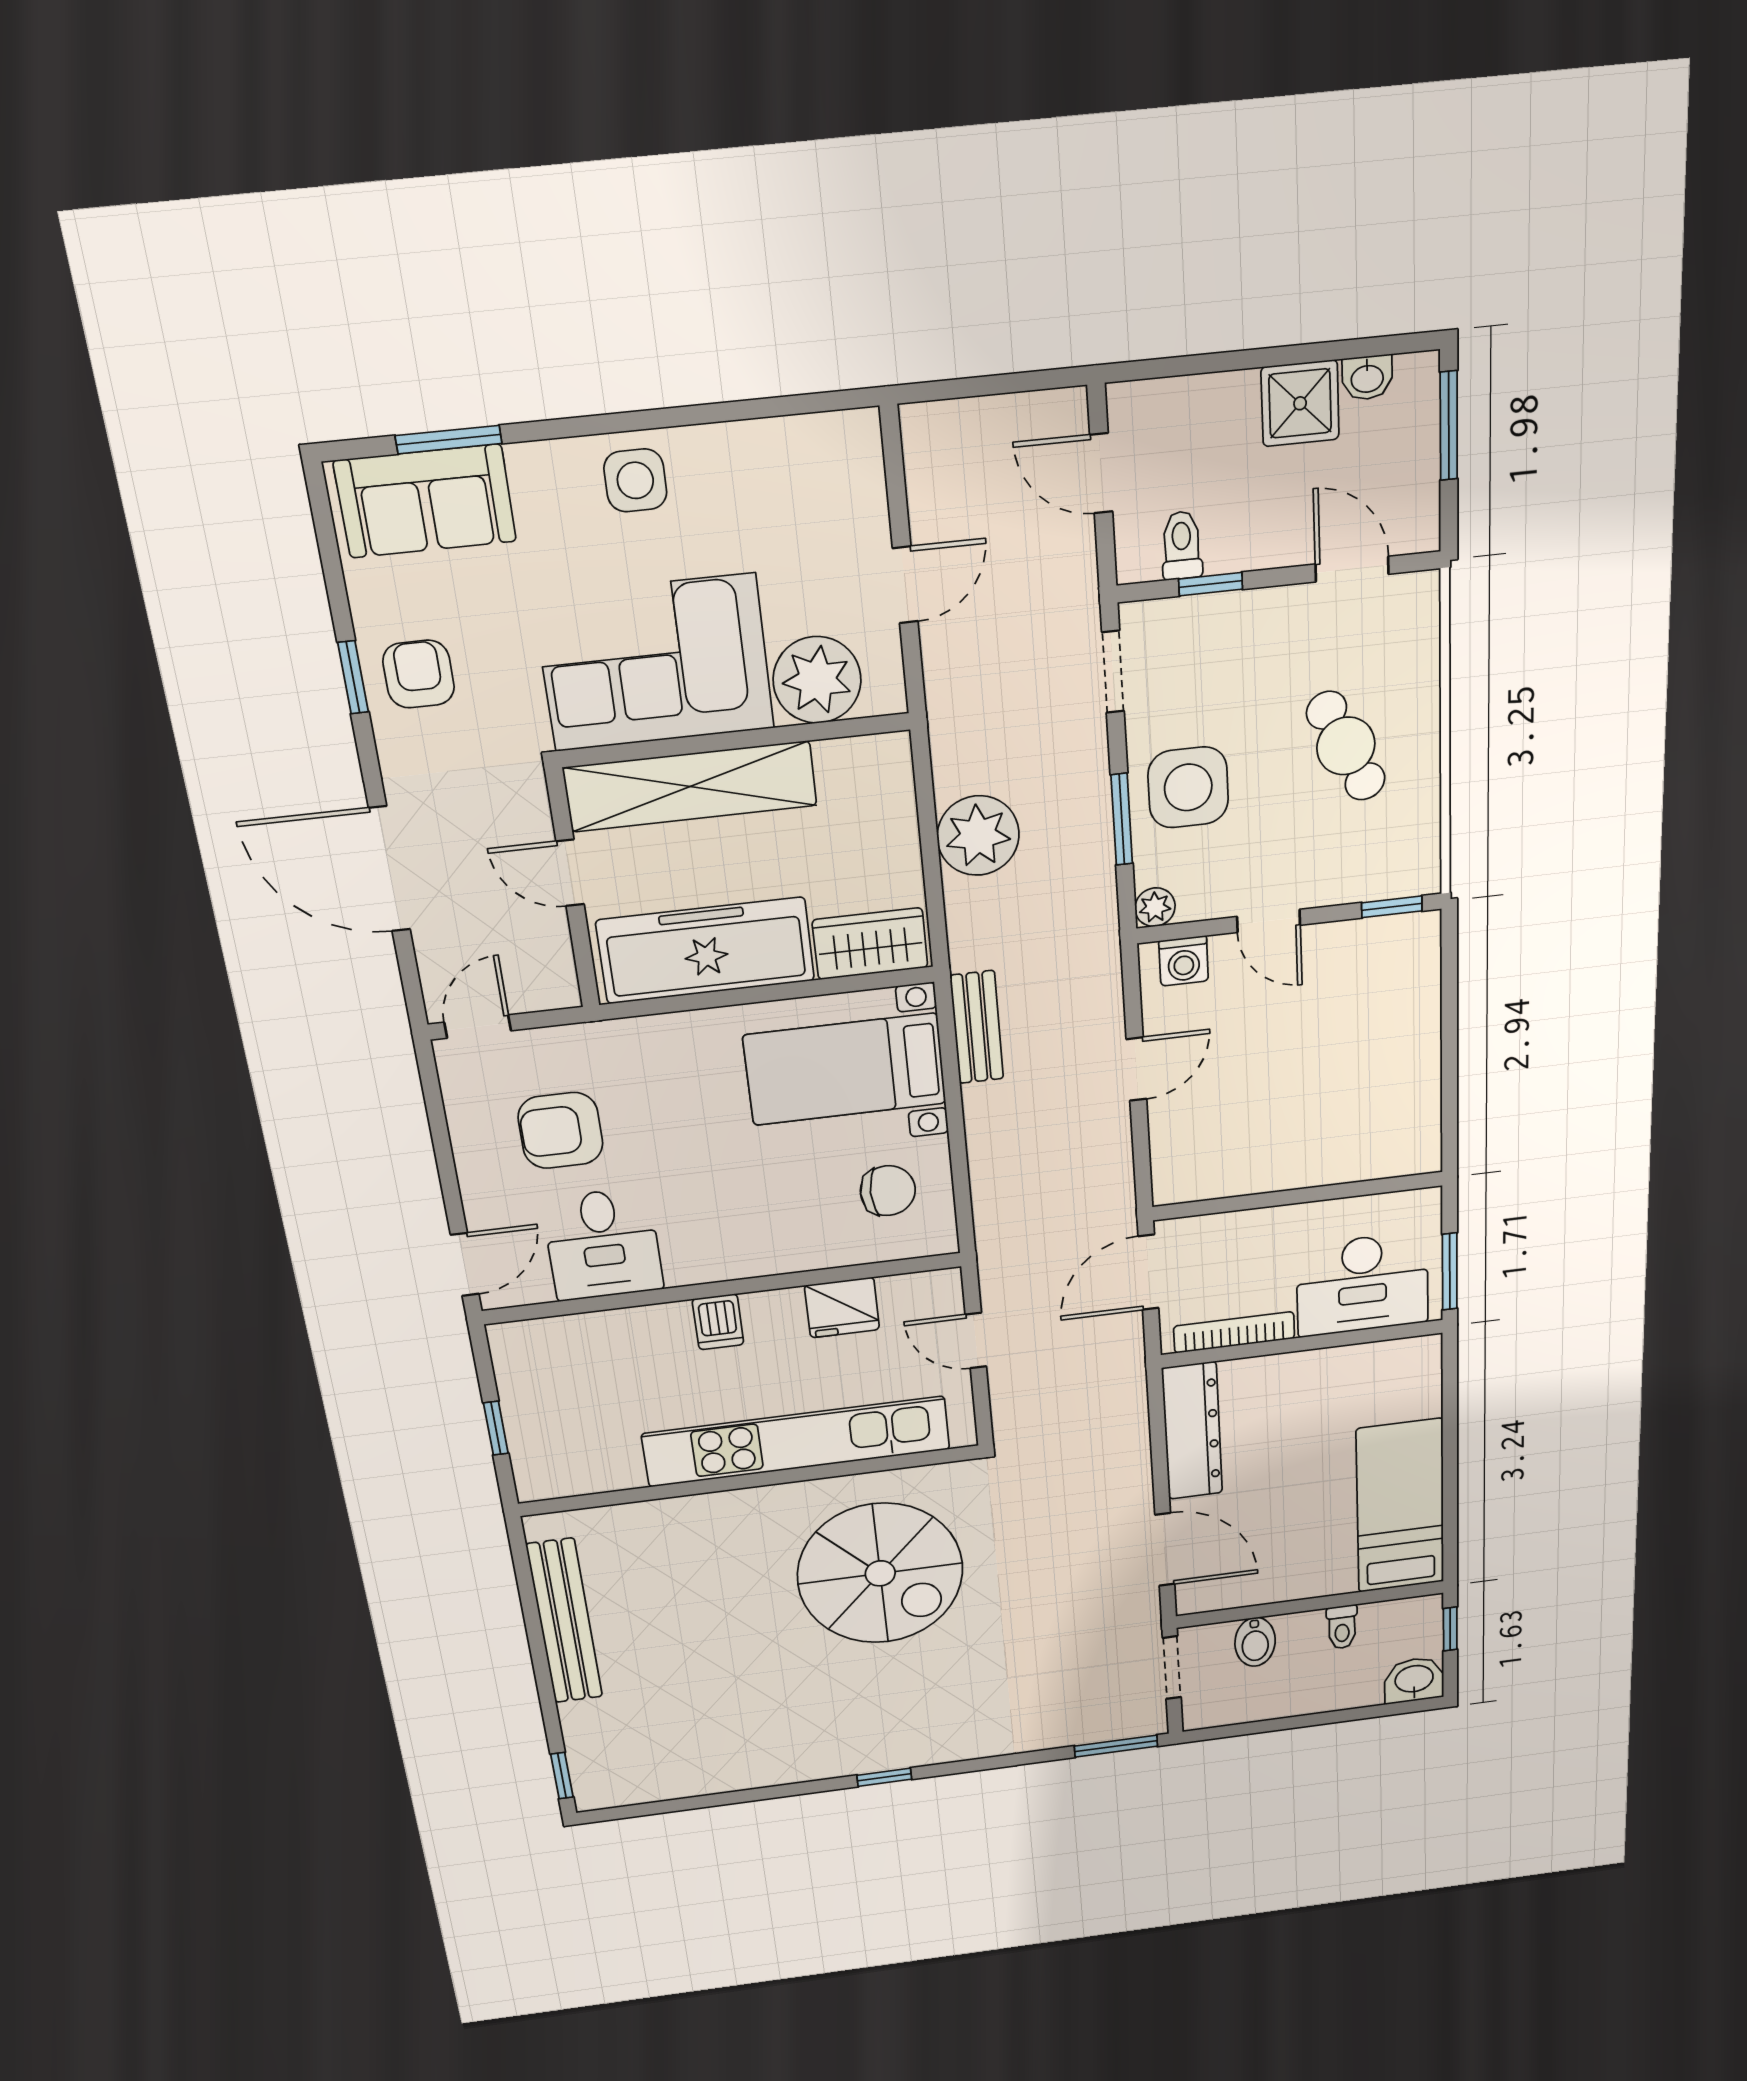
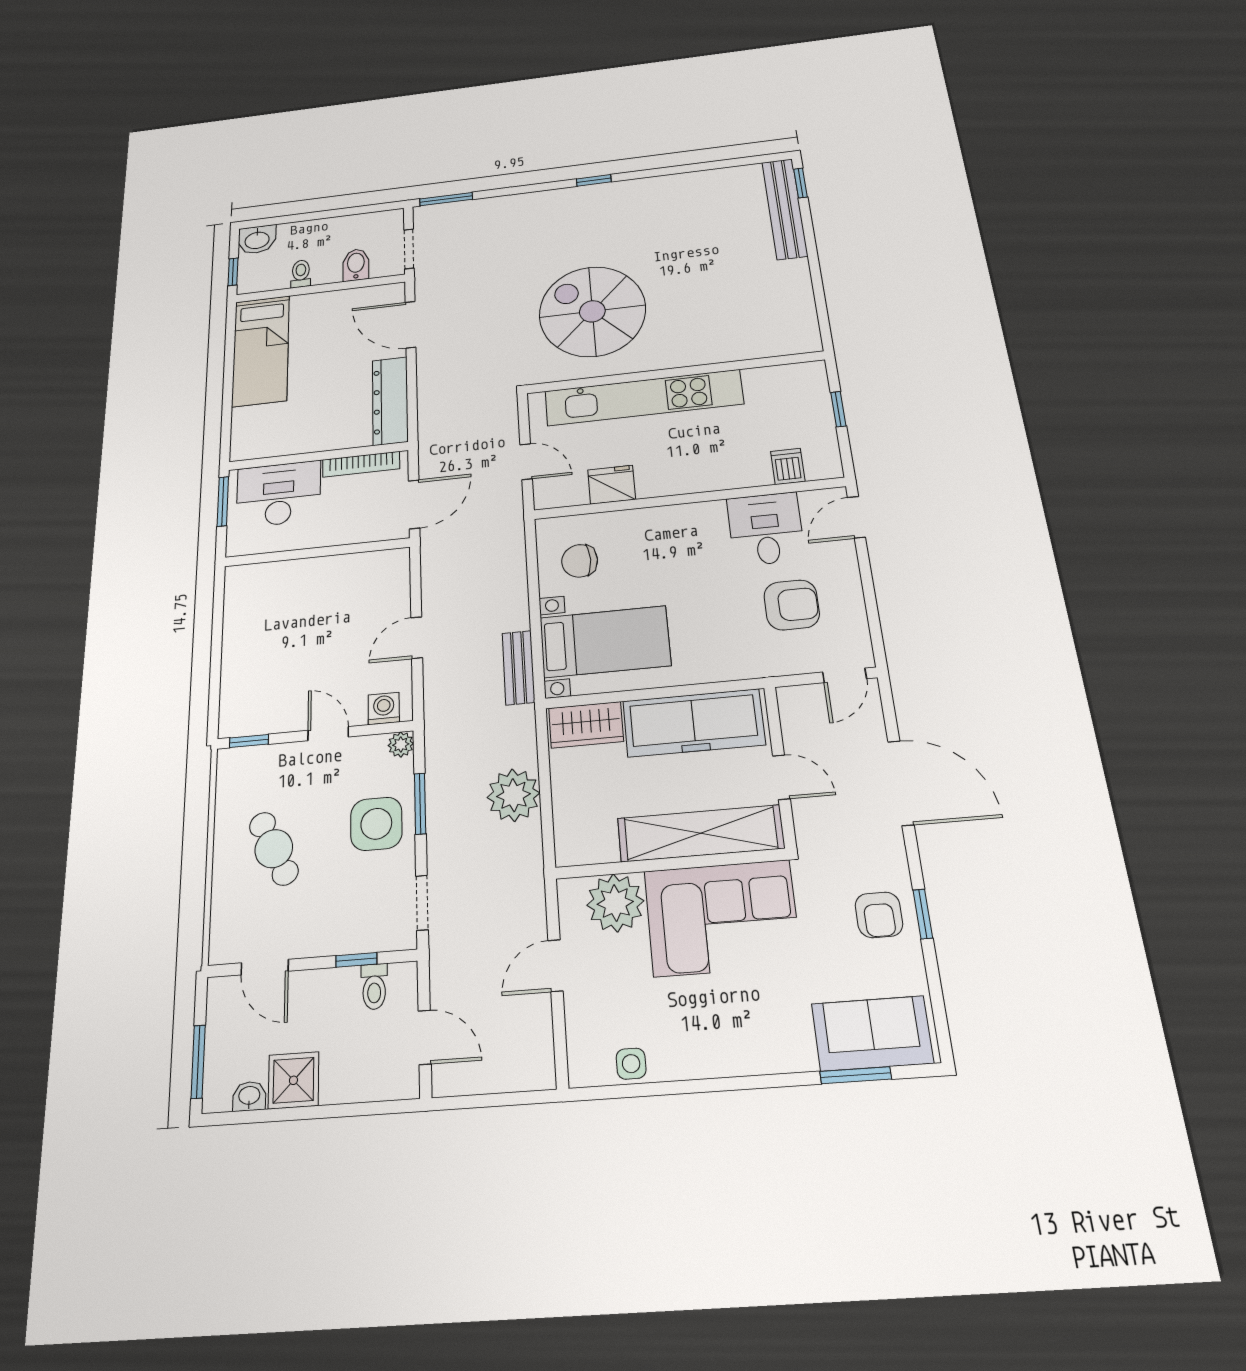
side table: (635, 480) -> (631, 1064), moved, width x0.73, depth x0.73
dishwasher: (718, 1322) -> (788, 466), moved
bench: (565, 1621) -> (785, 209), moved

